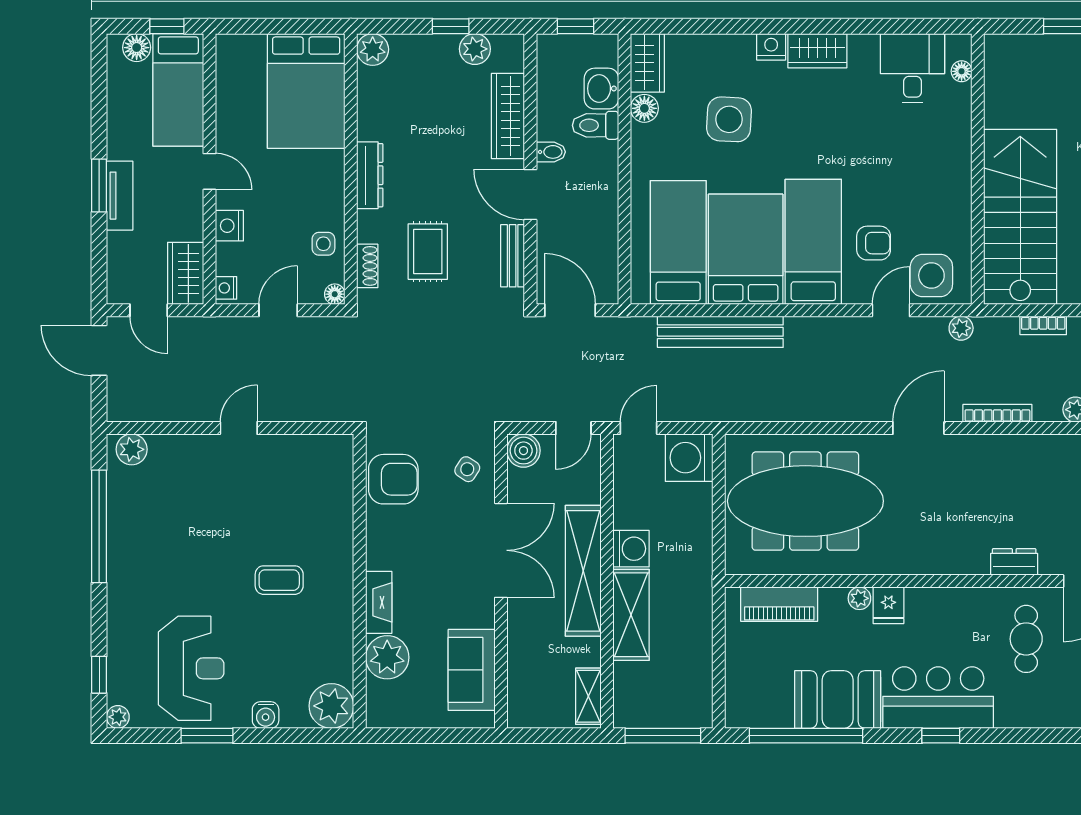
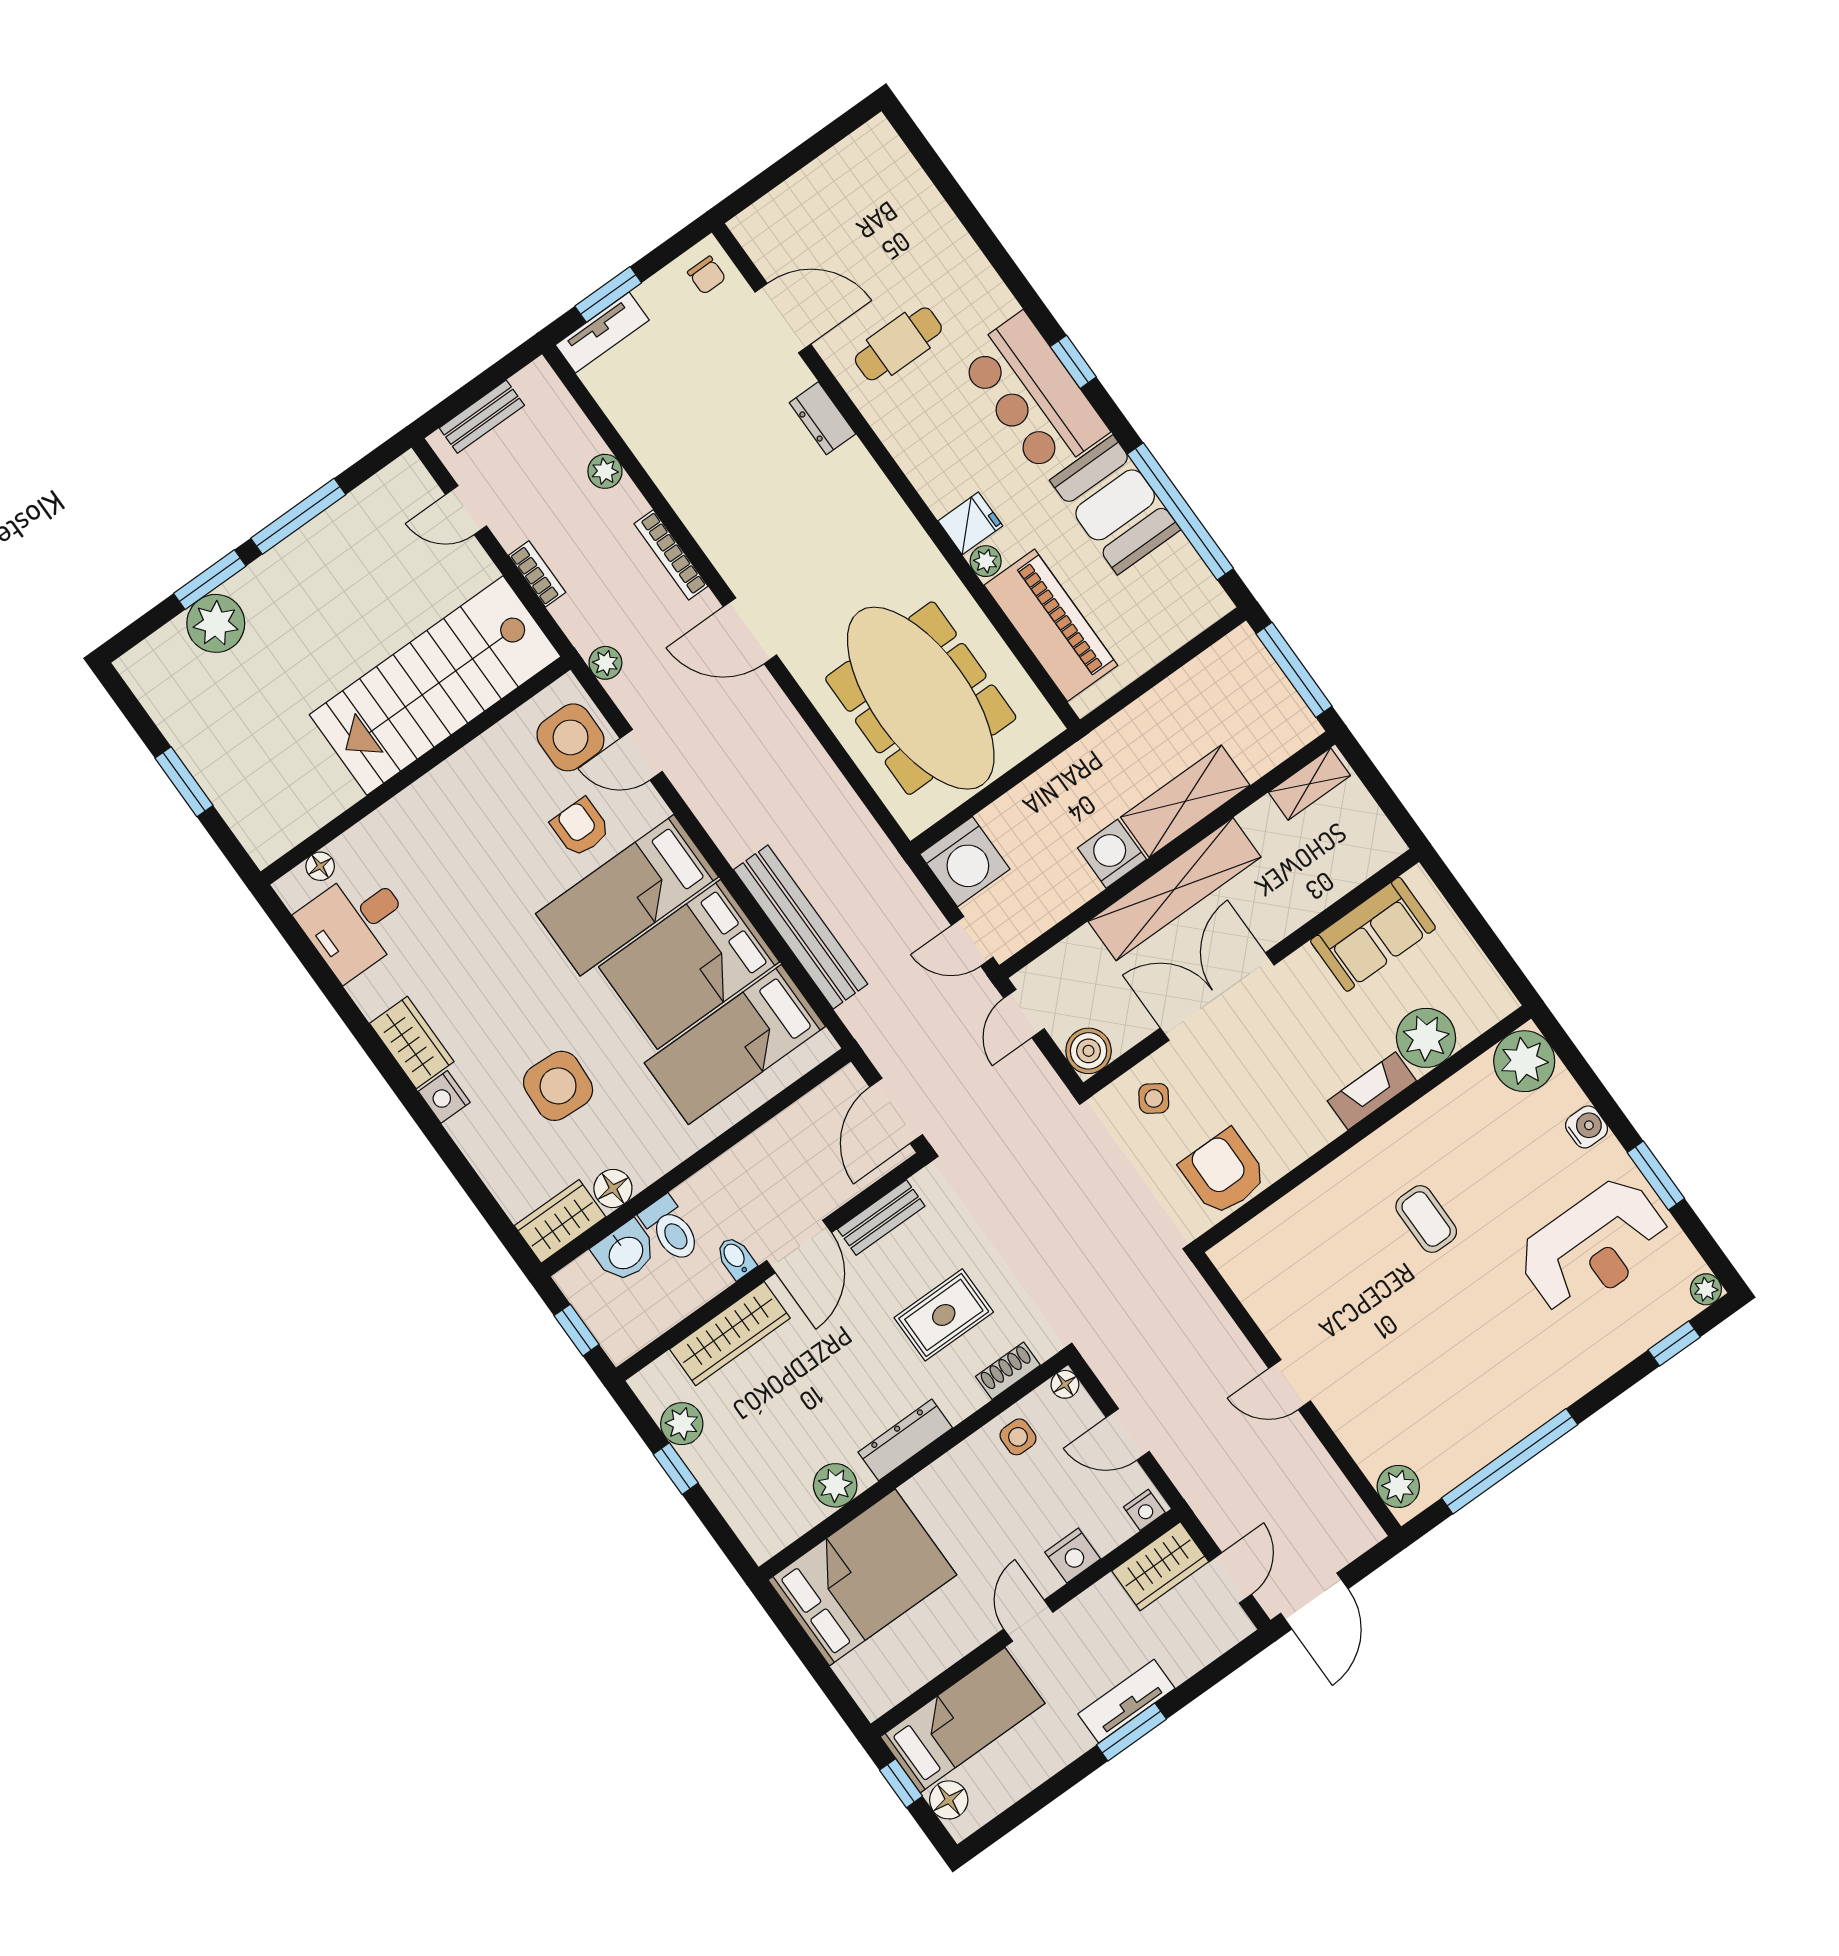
plant: (373, 49) -> (835, 1485), moved
door: (573, 428) -> (1024, 1013), swing flipped
piano: (779, 604) -> (1051, 625), width x1.37, depth x1.33
reception desk: (191, 668) -> (1594, 1247), turned 180

